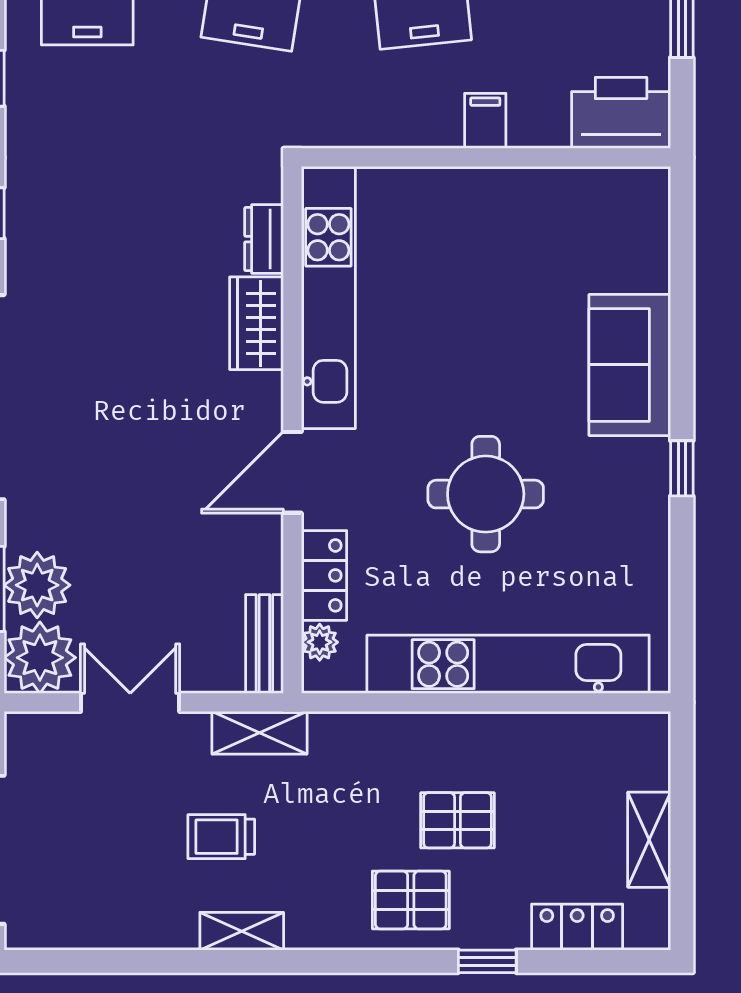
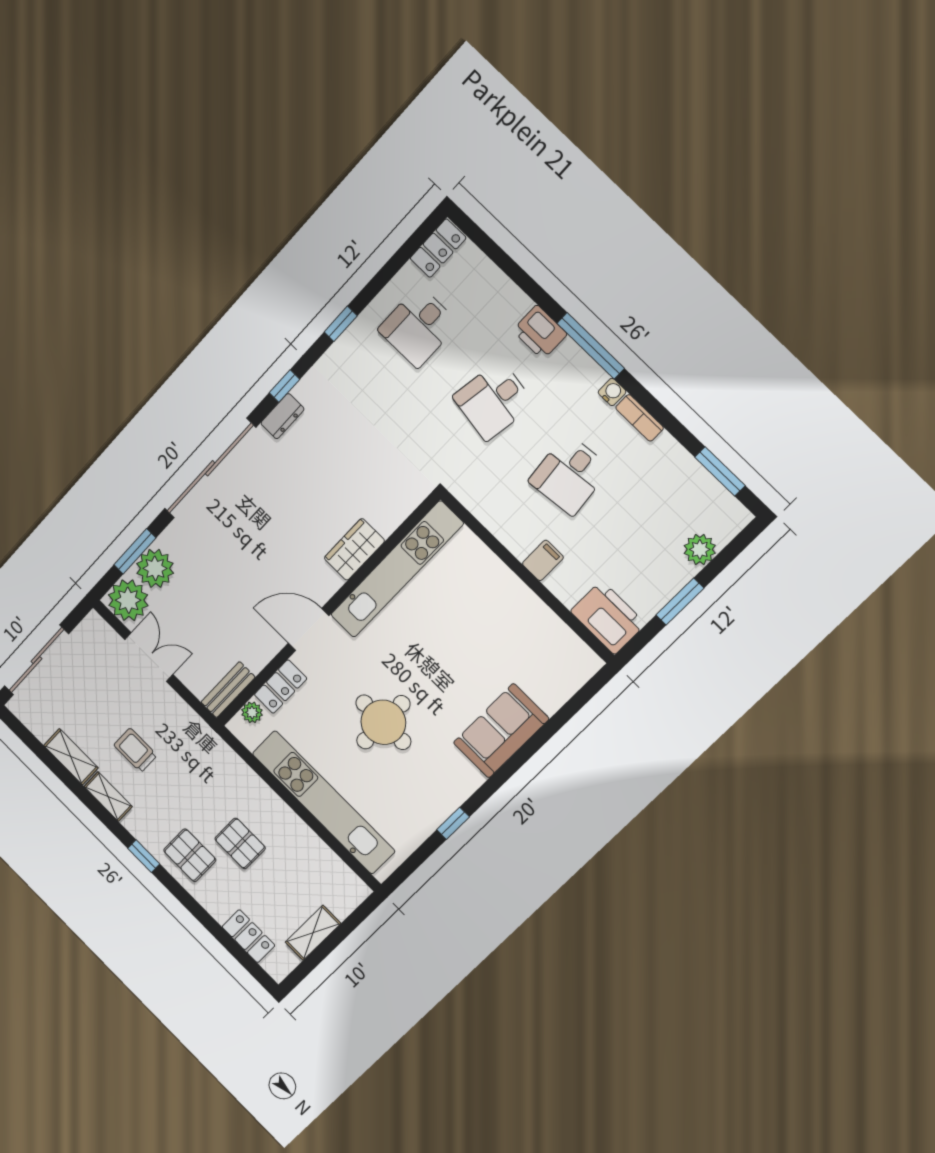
dresser: (264, 239) -> (282, 416), moved, turned 180
window: (682, 468) -> (453, 823), moved
shelving: (259, 733) -> (71, 757), moved
window: (487, 961) -> (144, 856), moved

